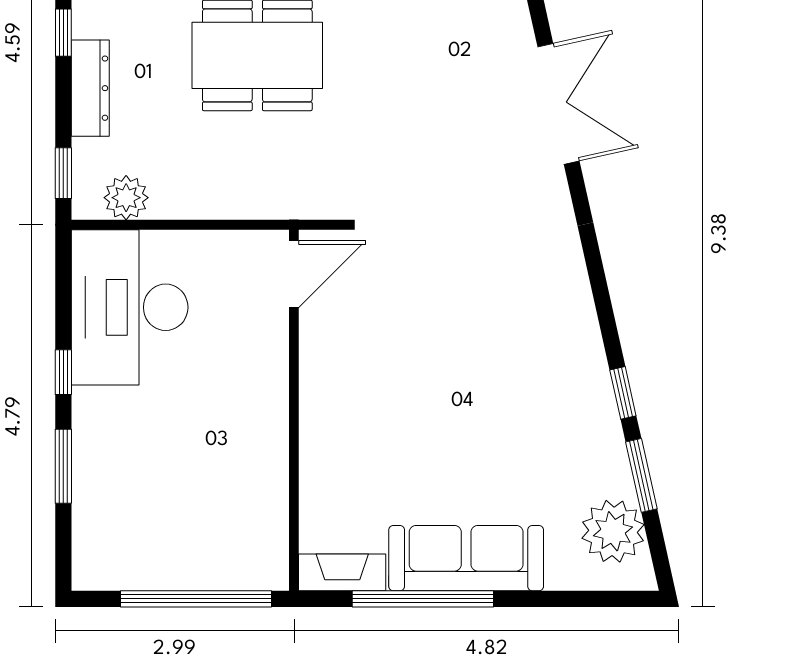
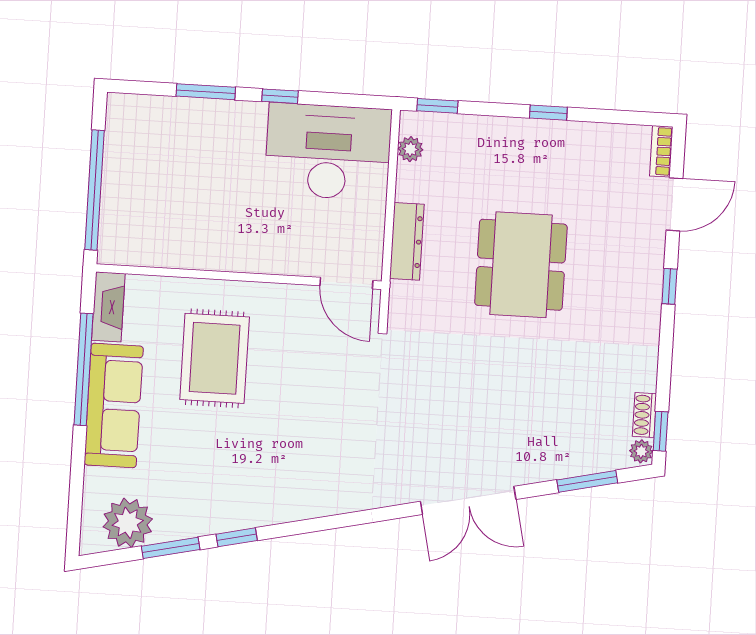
dresser: (90, 88) -> (407, 241), moved, turned -90
plant: (126, 198) -> (410, 149), width x0.73, depth x0.73
rug: (399, 435) -> (215, 358), added

